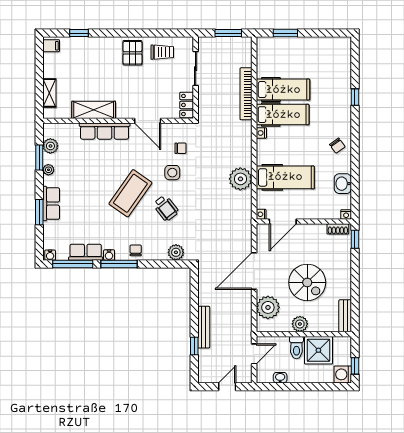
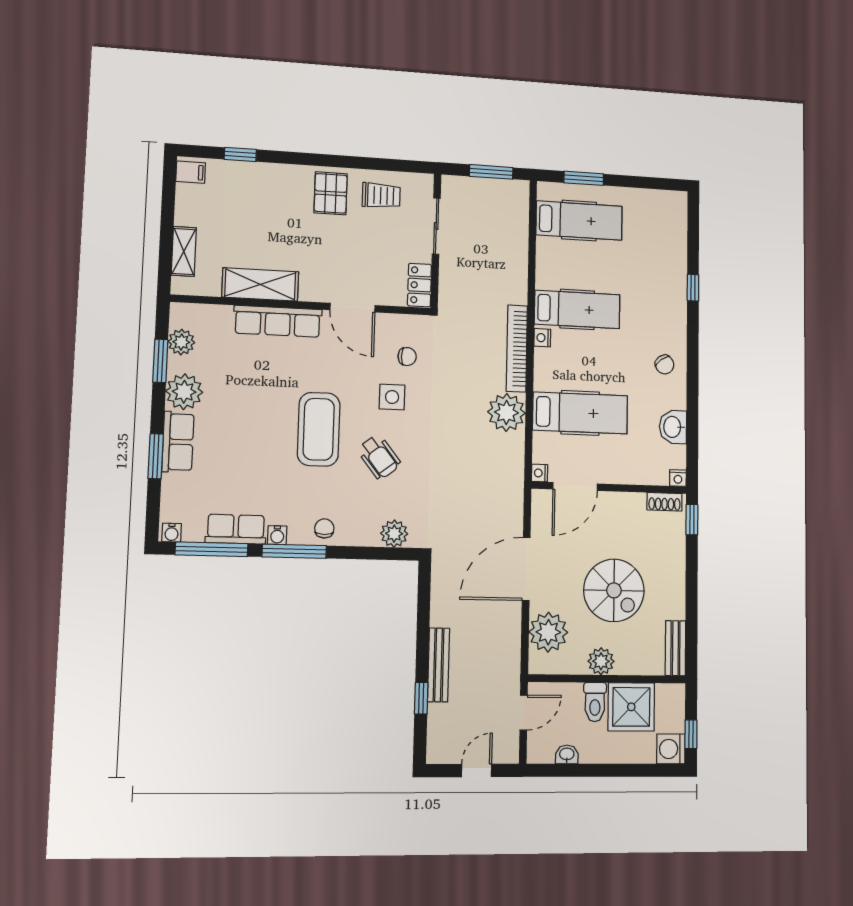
hospital bed: (283, 90) -> (579, 220), moved
bookcase: (246, 94) -> (517, 349), moved
plant: (48, 170) -> (184, 392), width x1.87, depth x1.87
coffee table: (130, 193) -> (319, 429), turned -35

